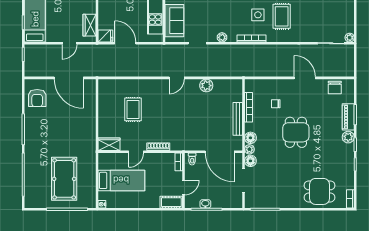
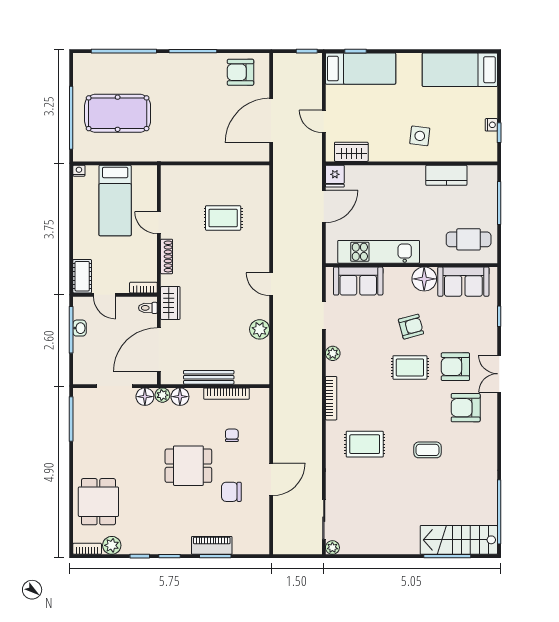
side table: (258, 15) -> (367, 408), removed
chair: (335, 88) -> (231, 492), moved
plant: (348, 137) -> (112, 545), moved
wardrobe: (109, 144) -> (170, 303), moved

